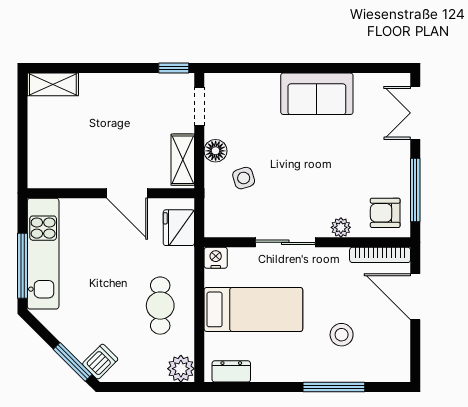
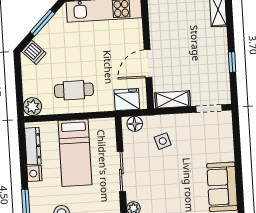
window: (174, 68) -> (232, 62), moved
floor lamp: (216, 151) -> (135, 124), moved
nightstand: (216, 258) -> (34, 174), moved, turned 180
window: (73, 362) -> (42, 23), moved
dresser: (231, 371) -> (33, 146), width x1.44

